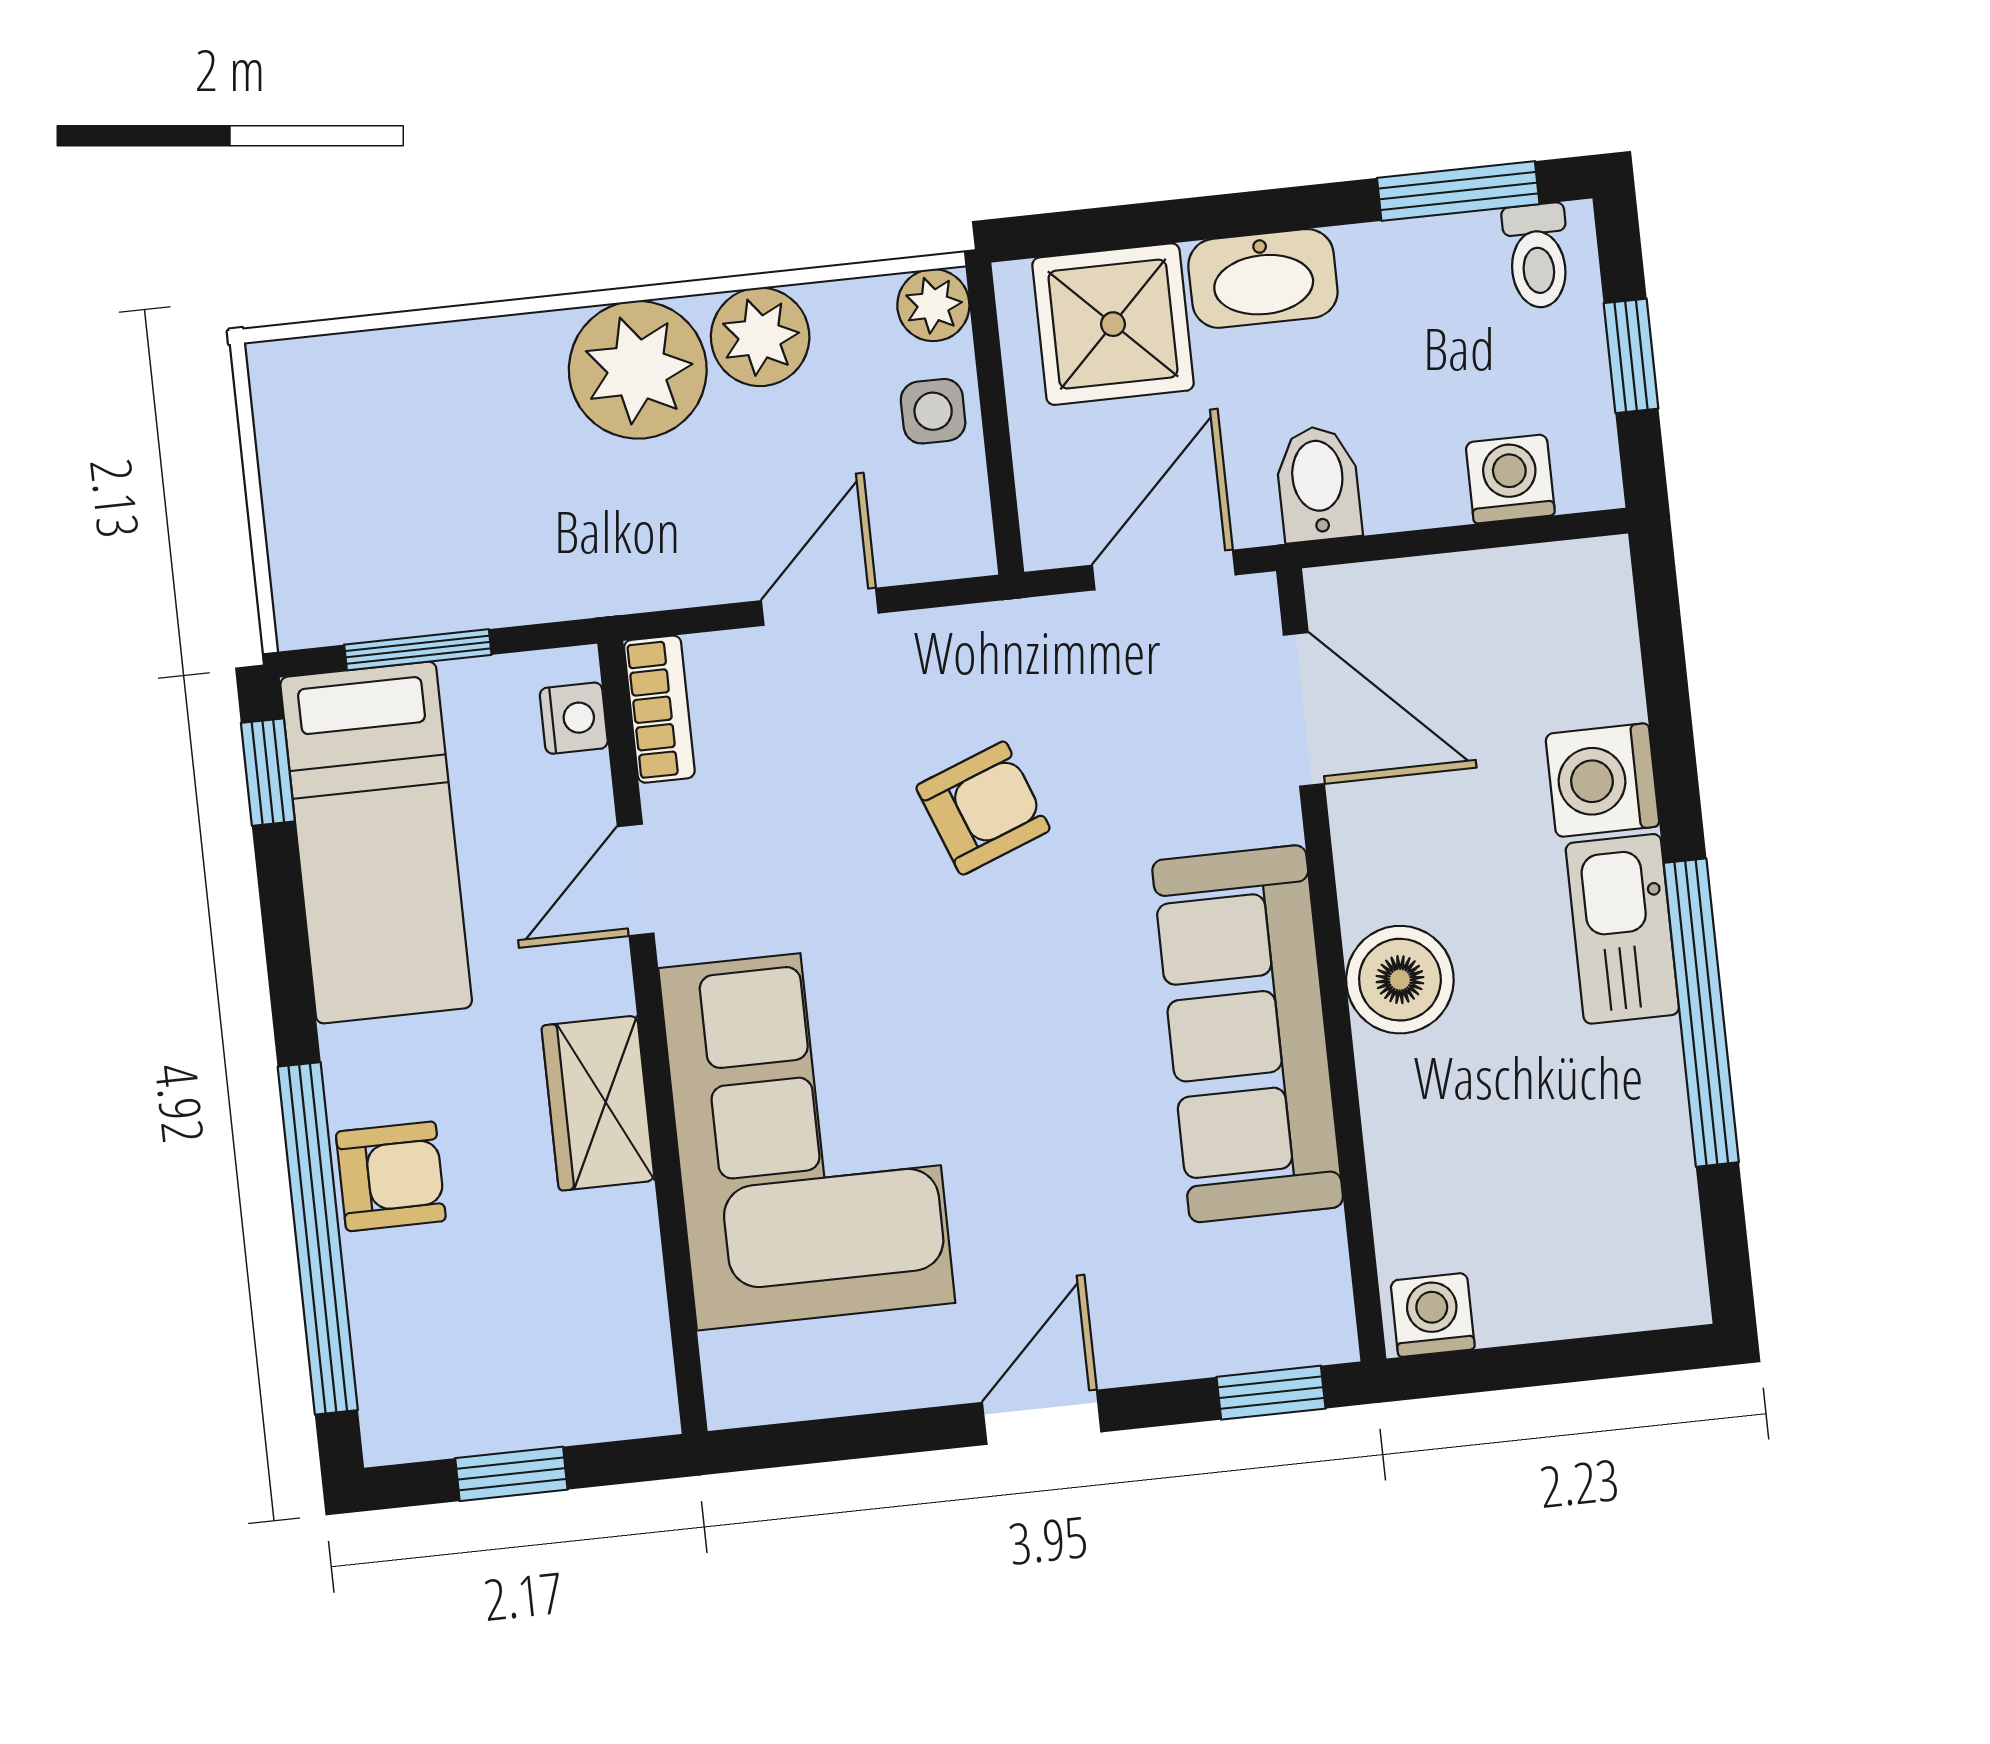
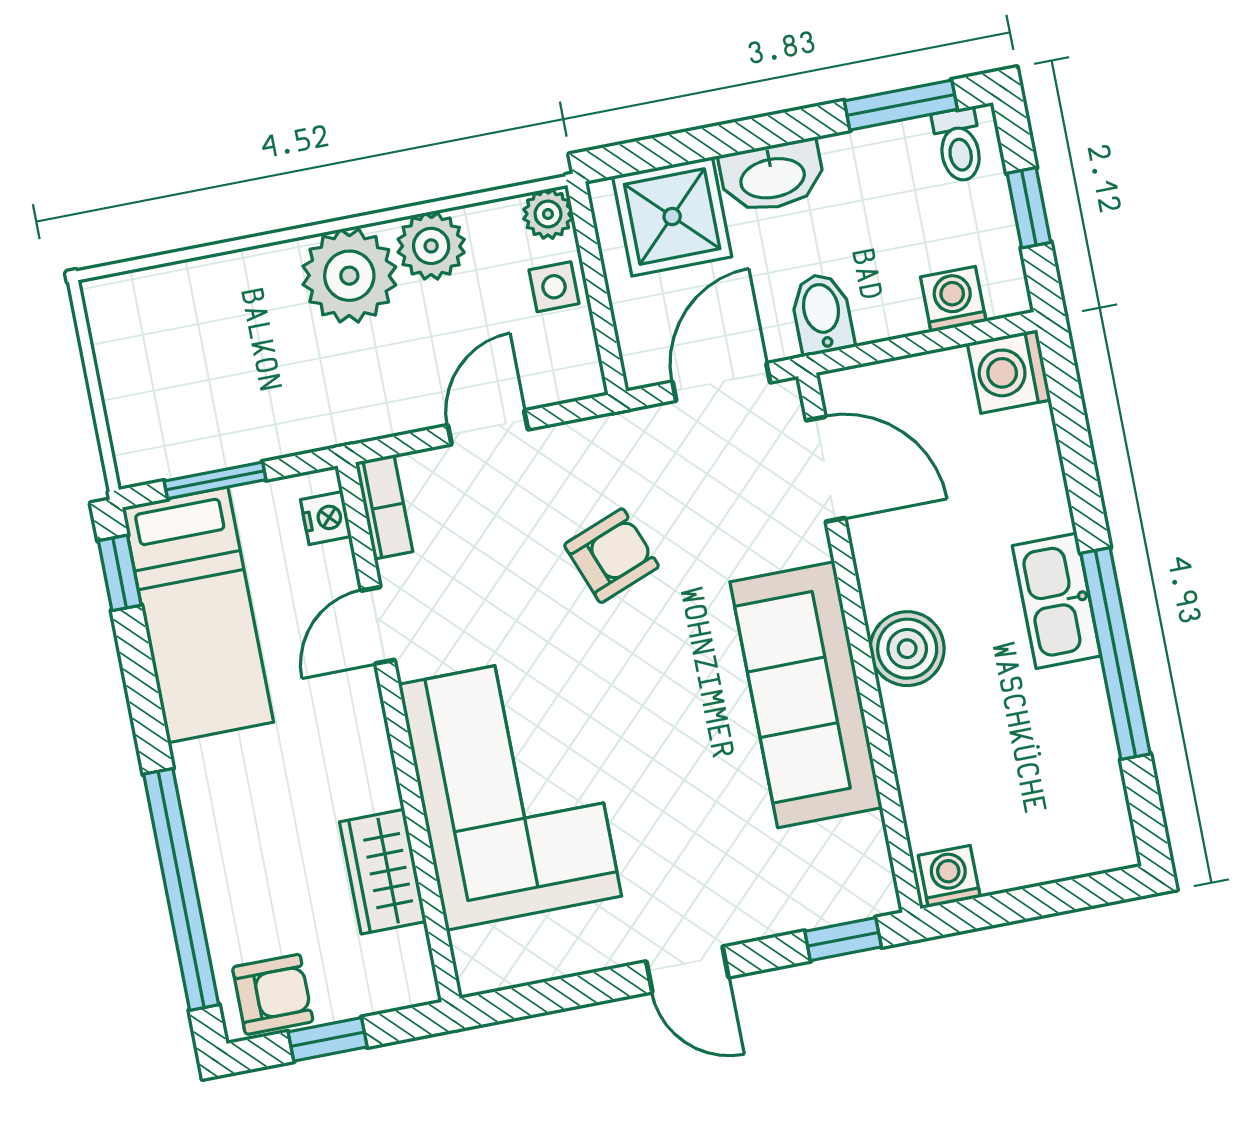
washing machine: (1602, 780) -> (1009, 372), moved
wardrobe: (598, 1103) -> (383, 872), moved
armchair: (391, 1176) -> (273, 994), moved
door: (1042, 1417) -> (687, 969), swing flipped

